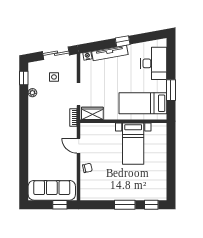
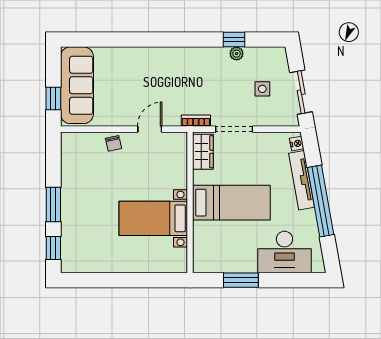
window: (123, 41) -> (321, 201), width x3.17
window: (24, 78) -> (234, 39), moved
bed: (143, 103) -> (231, 203), moved, turned 90

